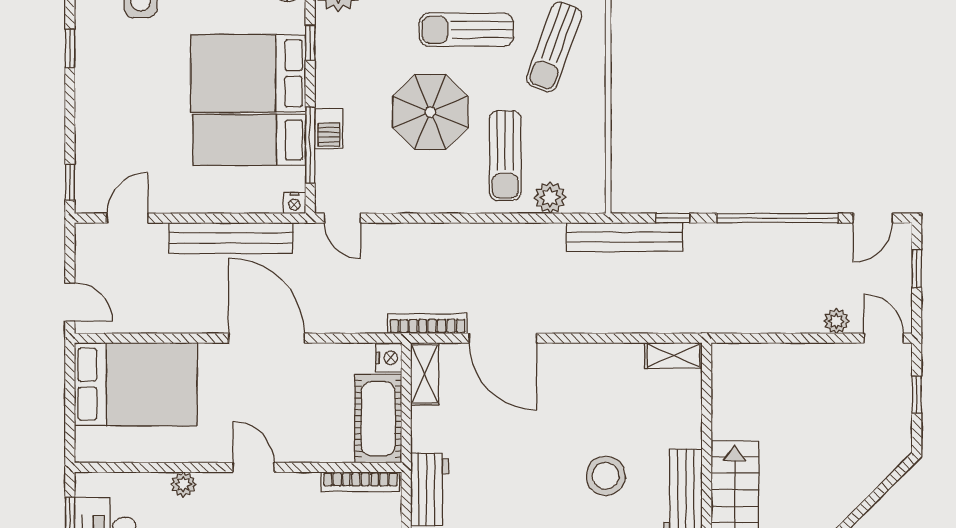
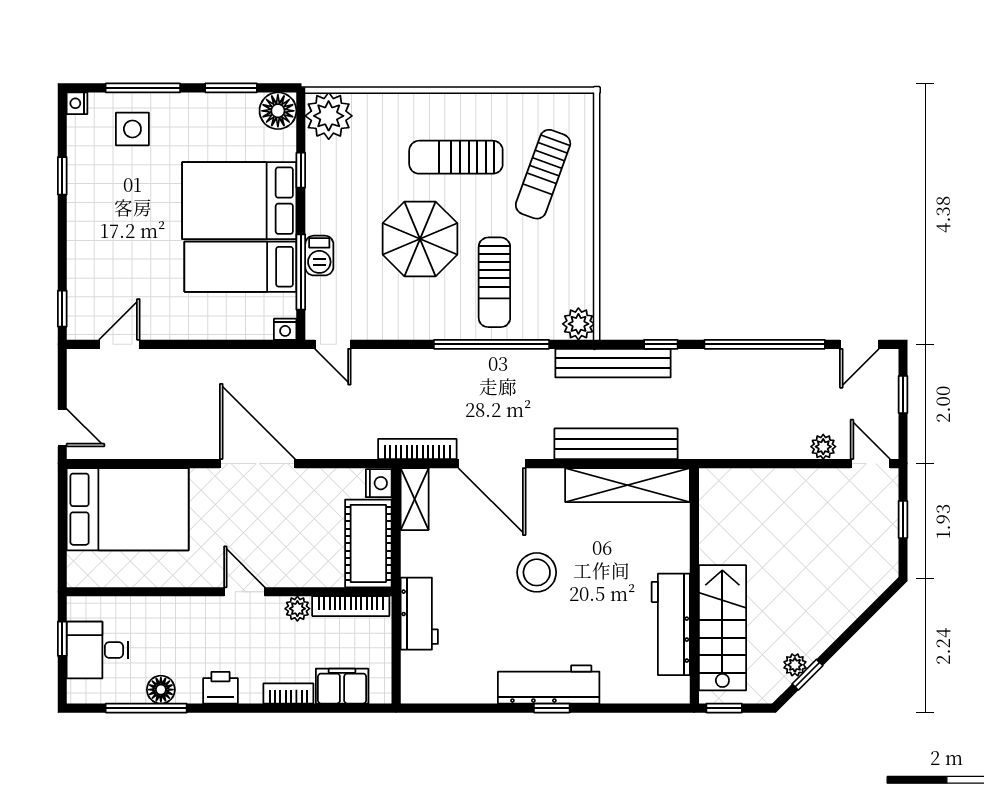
plant: (550, 198) -> (578, 324), moved
window: (502, 218) -> (492, 344), added
bench: (231, 238) -> (616, 444), moved
shelving: (673, 356) -> (627, 485), width x2.20, depth x1.33
stool: (606, 476) -> (537, 572), moved
plant: (183, 484) -> (297, 609), moved

